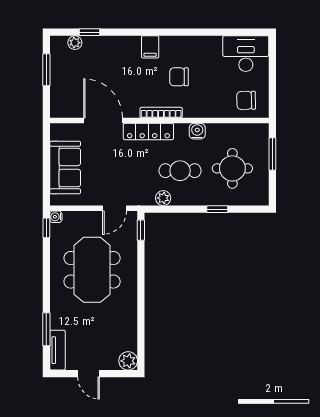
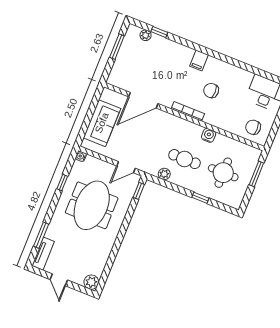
door: (103, 121) -> (143, 100), swing flipped
locker: (148, 132) -> (173, 121), removed
window: (46, 228) -> (62, 183), moved

